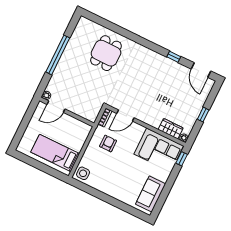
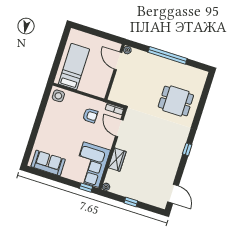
window: (174, 57) -> (187, 149), moved
door: (201, 70) -> (173, 194), swing flipped
wardrobe: (171, 129) -> (117, 160), moved

